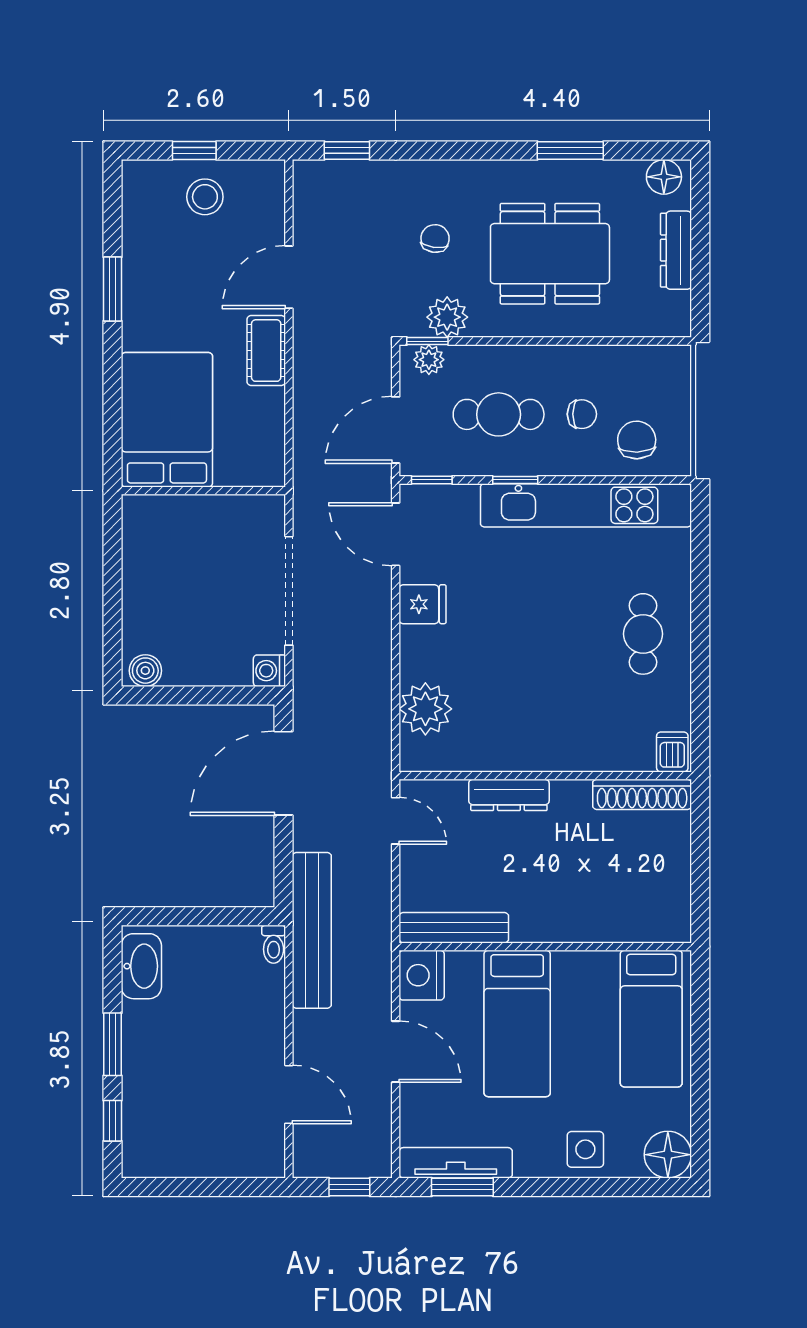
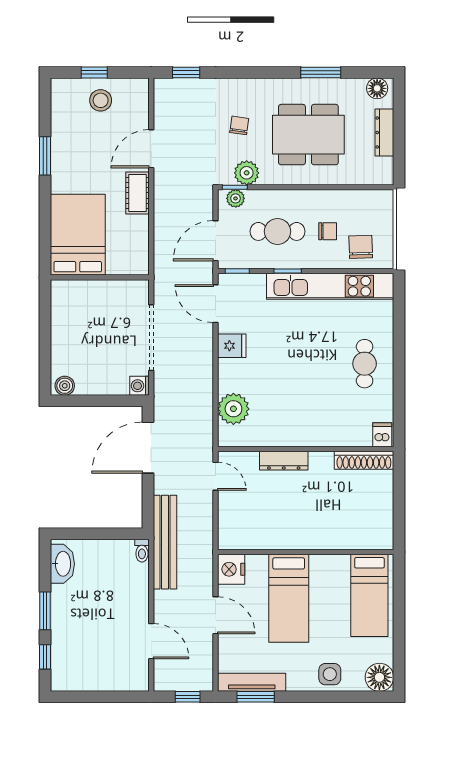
bench: (454, 928) -> (251, 541), removed

